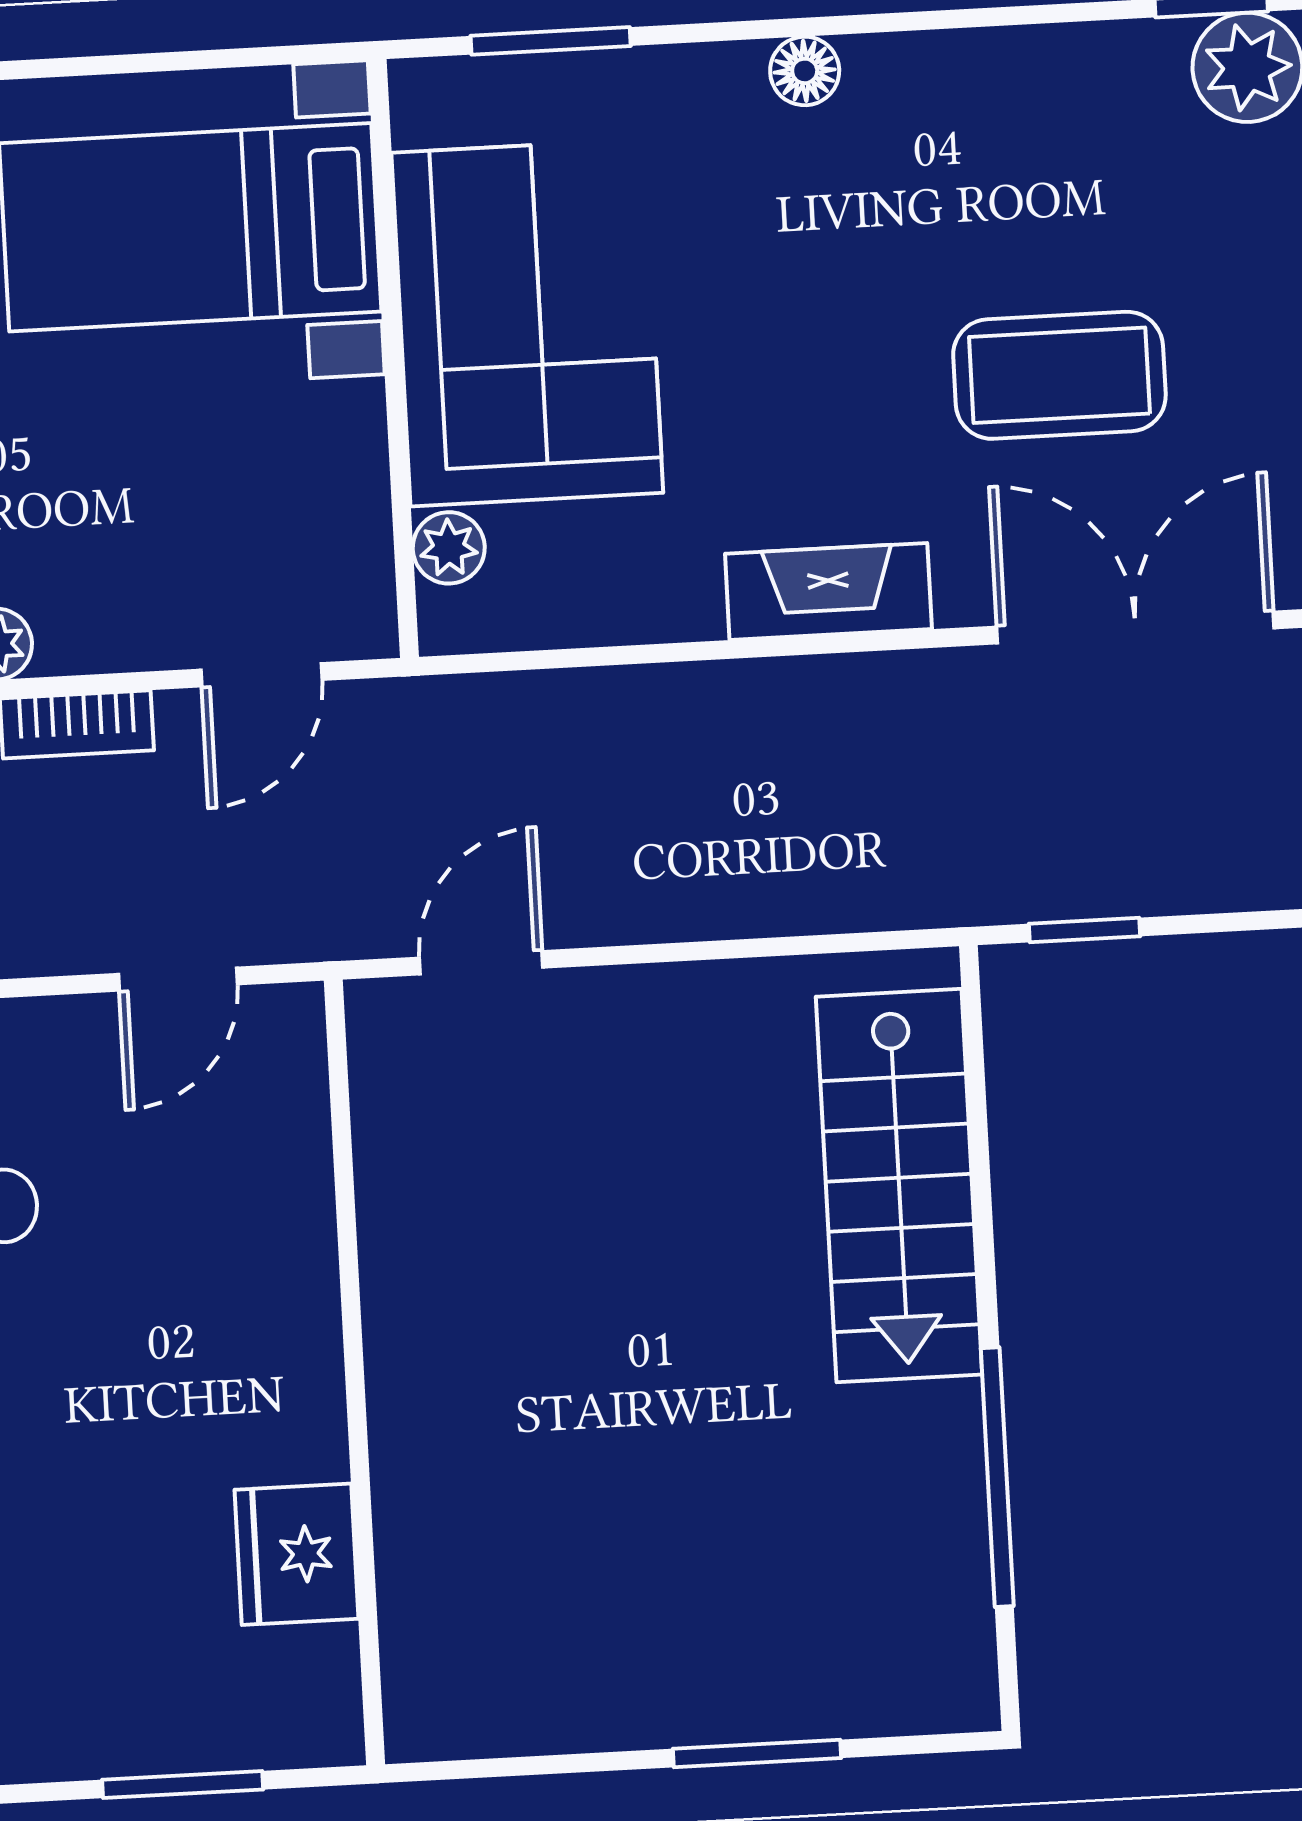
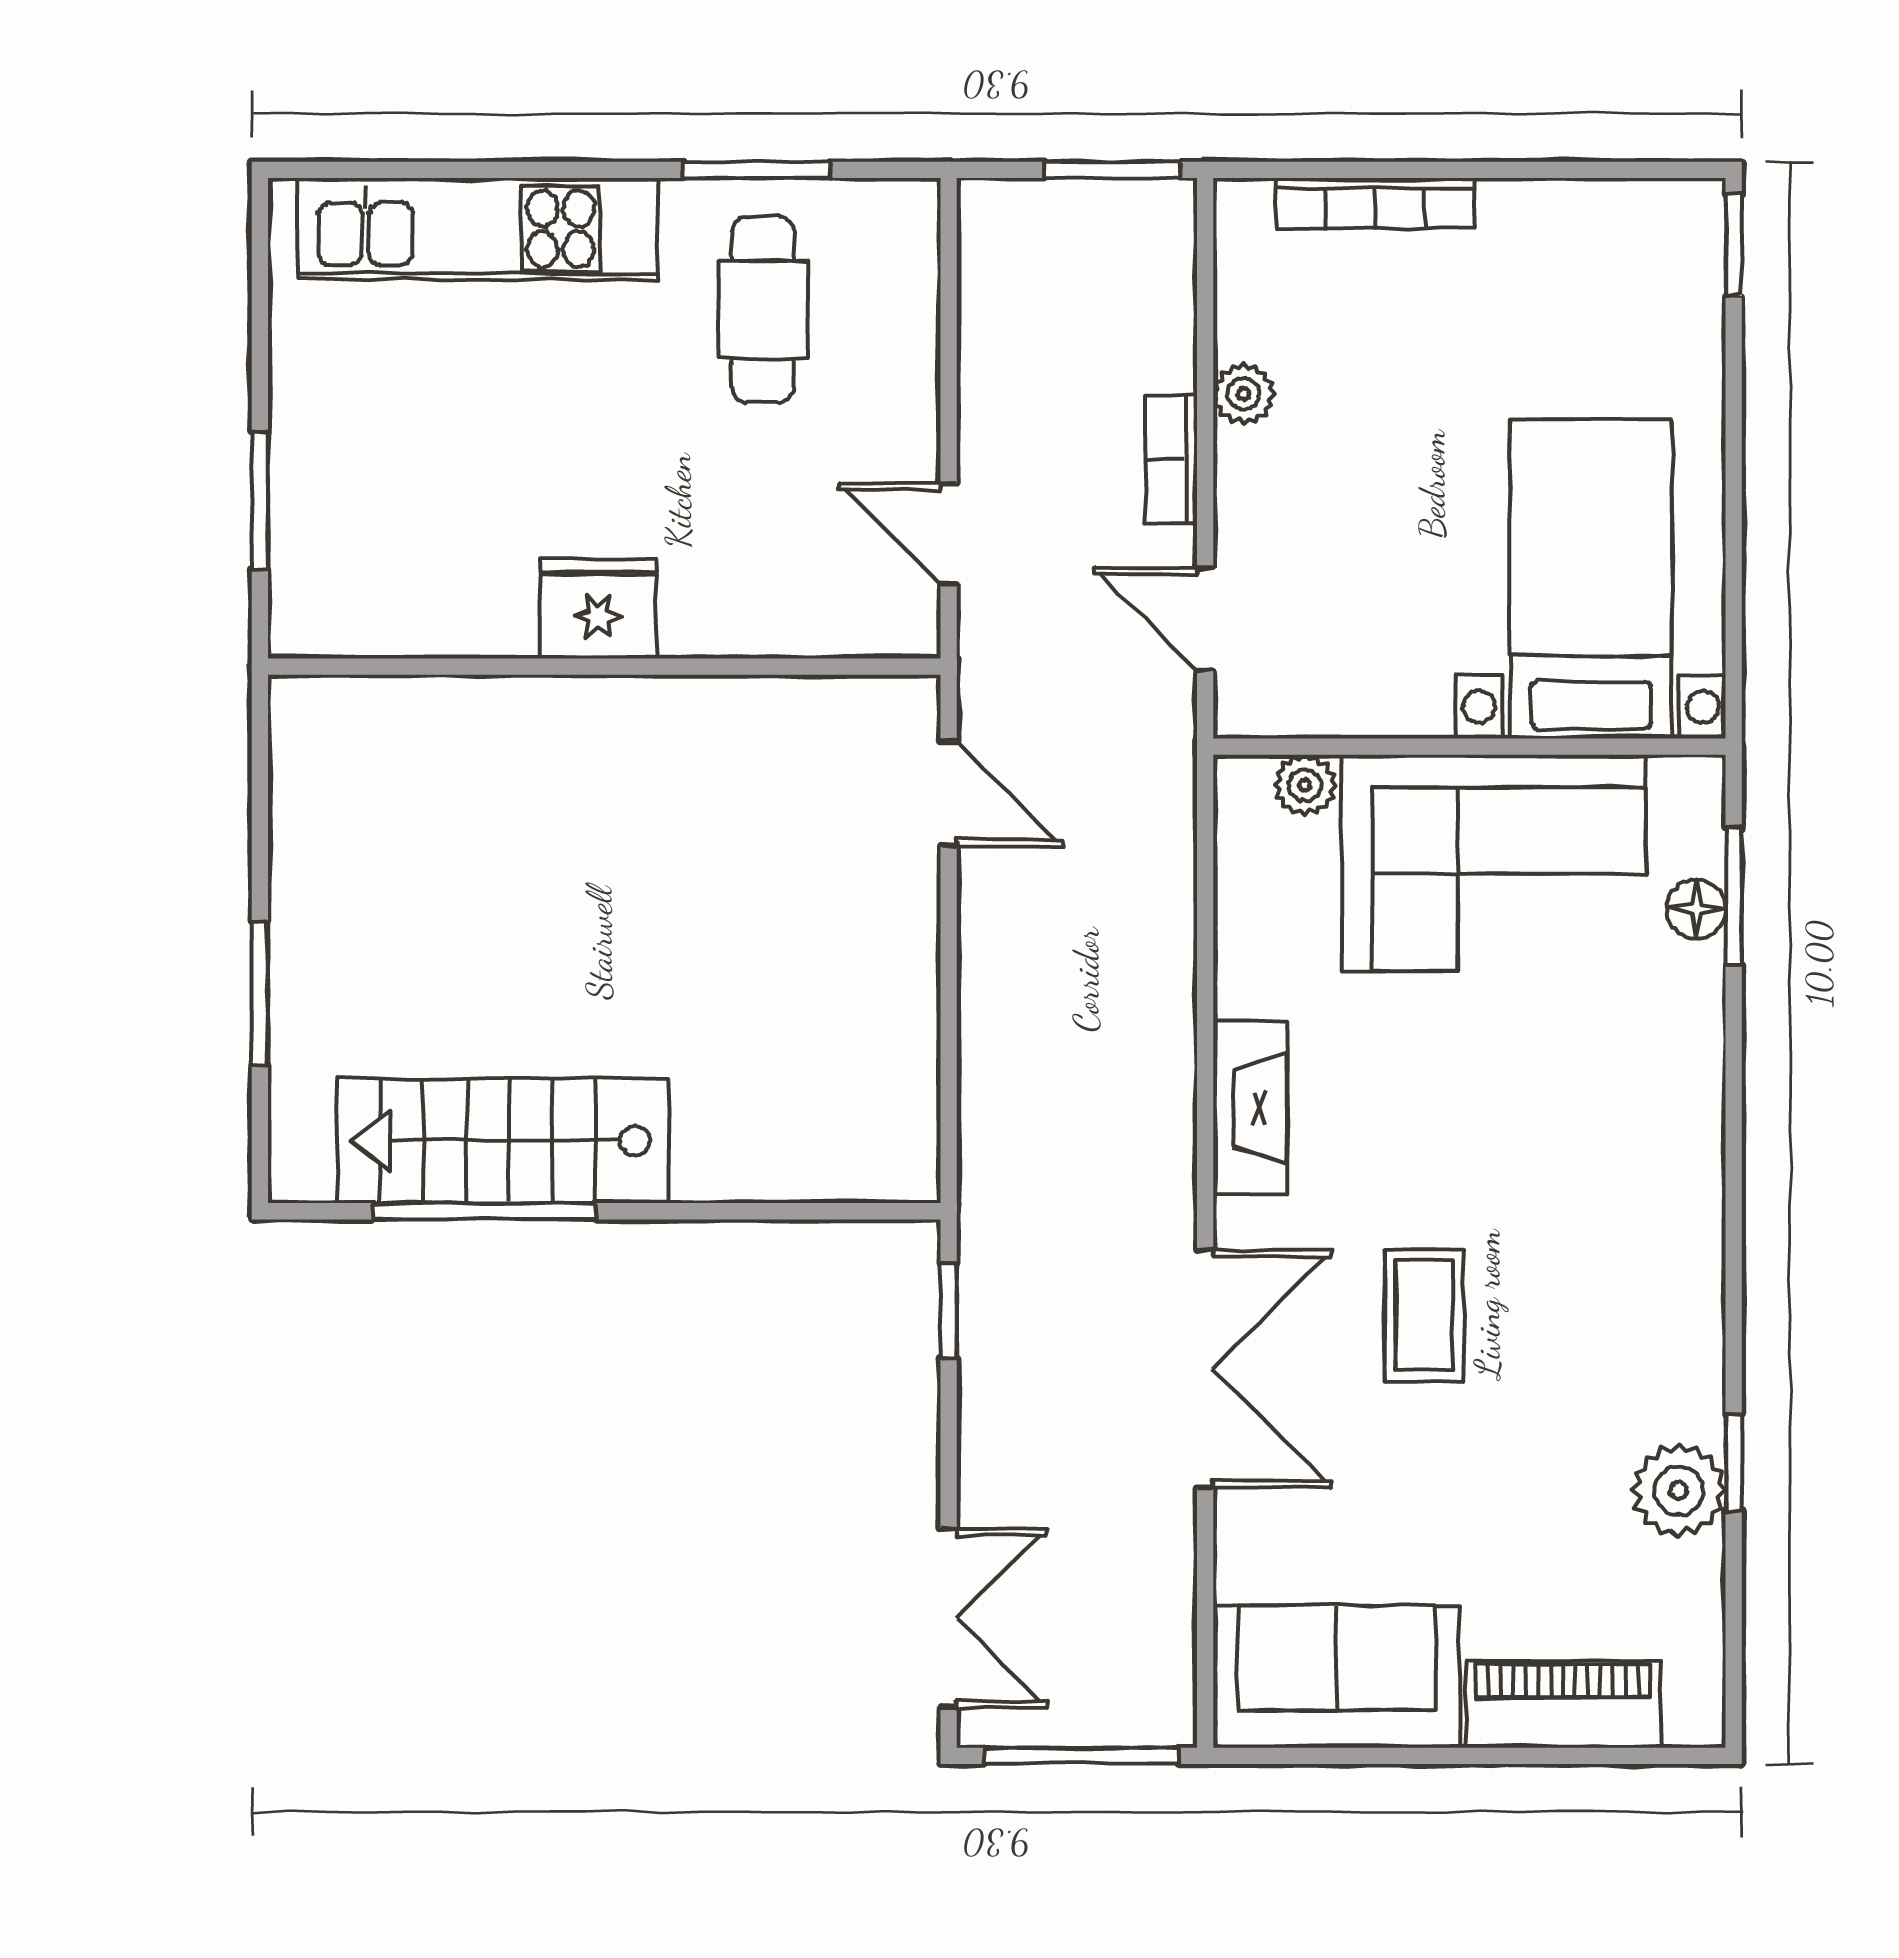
floor lamp: (805, 71) -> (1696, 909), moved
coffee table: (1059, 375) -> (1424, 1316), width x0.73, depth x0.77
stairs: (899, 1186) -> (503, 1141), moved
fridge: (296, 1554) -> (598, 609), moved

